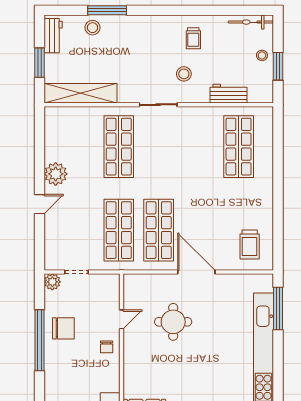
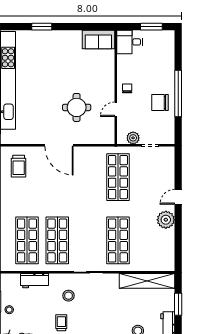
shop shelf: (159, 230) -> (57, 240), moved
trolley: (250, 244) -> (19, 166), turned 180
plant: (52, 282) -> (133, 138), moved

